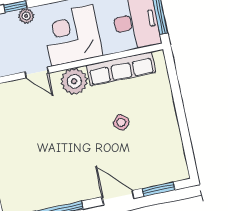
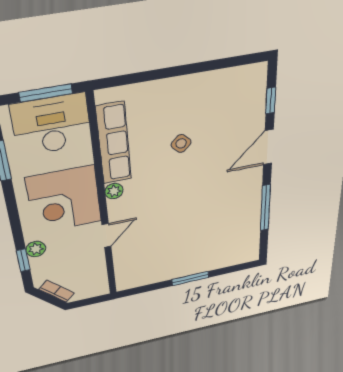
plant: (74, 81) -> (114, 191), width x0.53, depth x0.53
window: (159, 189) -> (271, 101), width x0.67

